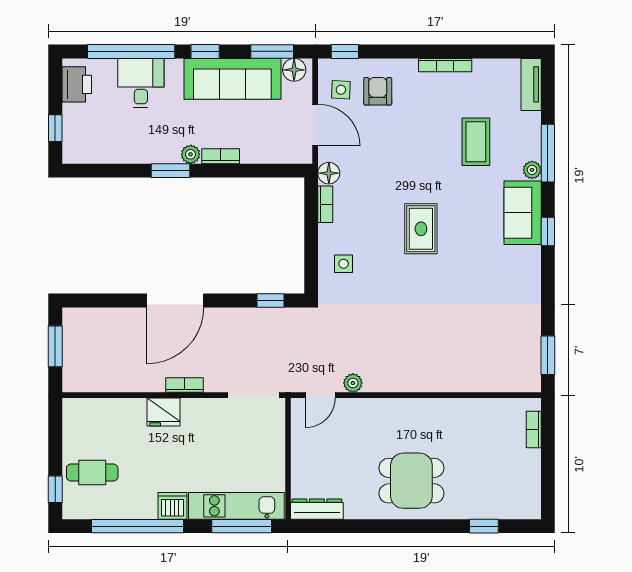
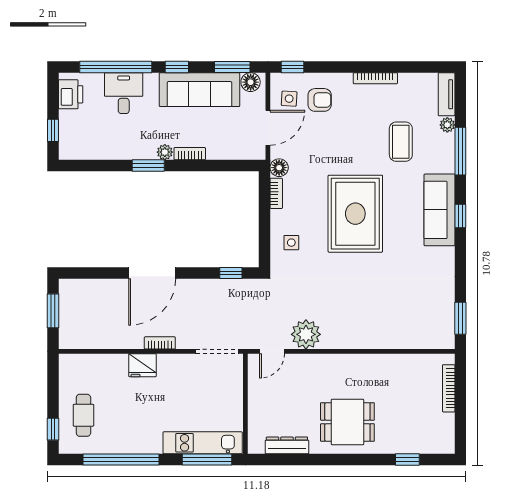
armchair: (378, 91) -> (320, 100), turned 90
door: (315, 125) -> (268, 128), hinge flipped
plant: (532, 170) -> (447, 125), moved
sofa: (523, 213) -> (439, 210), width x1.36
rug: (421, 229) -> (355, 214), width x1.86, depth x2.06
plant: (353, 383) -> (306, 334), width x1.88, depth x1.88
bookcase: (534, 430) -> (449, 388), width x1.56
cafe table: (92, 473) -> (83, 415), turned 90
dishwasher: (172, 506) -> (150, 443), removed
dresser: (317, 509) -> (287, 445), moved

